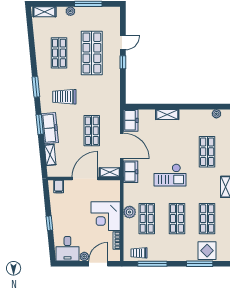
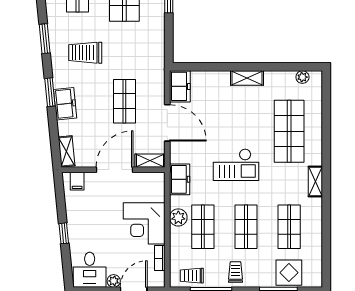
shelving: (167, 114) -> (247, 78), moved
freezer: (50, 128) -> (65, 104), width x0.71
shop shelf: (207, 152) -> (289, 131), width x1.43, depth x1.36
shelving: (50, 155) -> (67, 151), moved
freezer: (130, 172) -> (180, 179), moved
trolley: (170, 250) -> (236, 272), added

